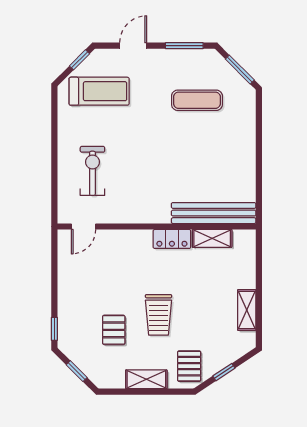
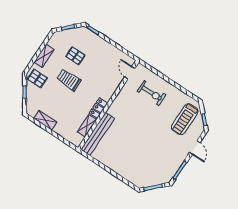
exercise mat: (197, 100) -> (152, 160), removed

